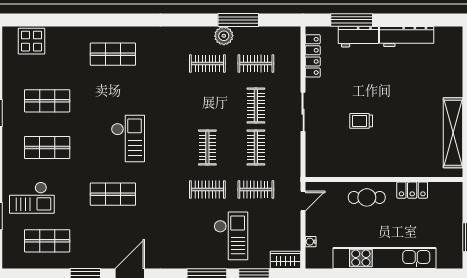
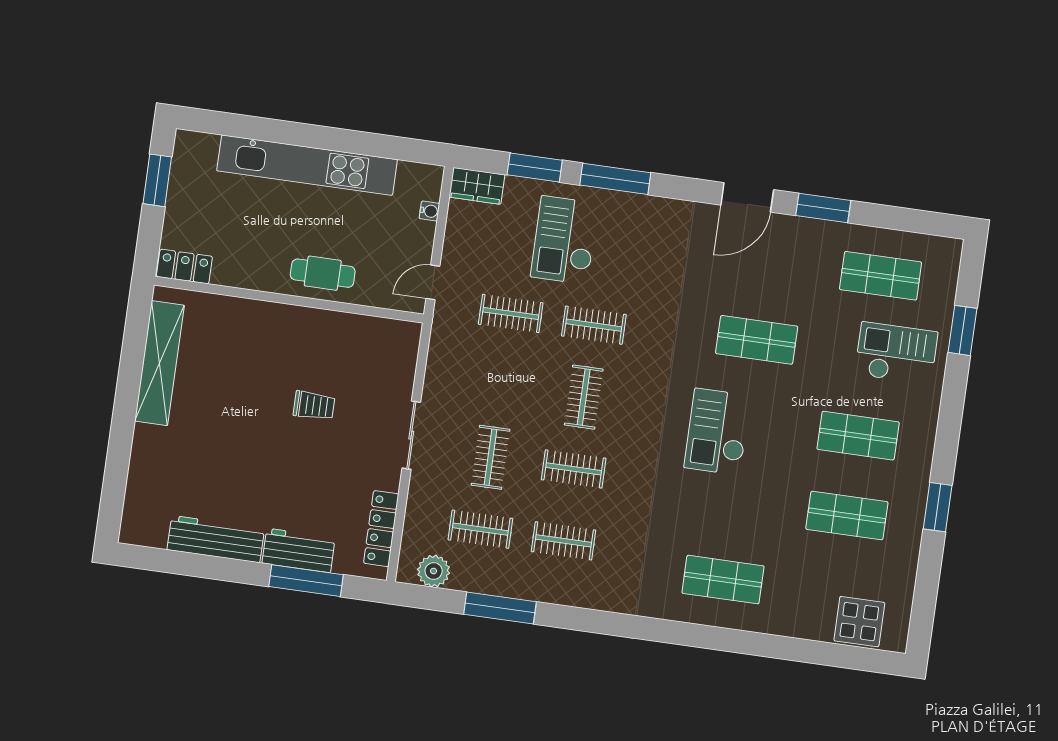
plant: (224, 36) -> (434, 571), moved
clothes rail: (256, 147) -> (574, 469), moved, turned 90
locker: (412, 190) -> (184, 266), moved

